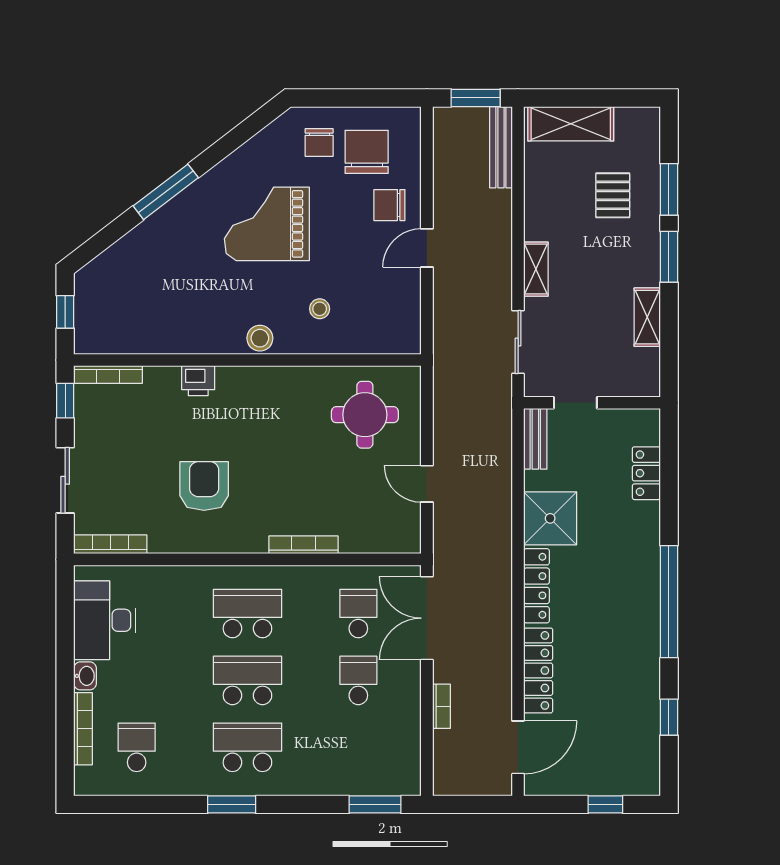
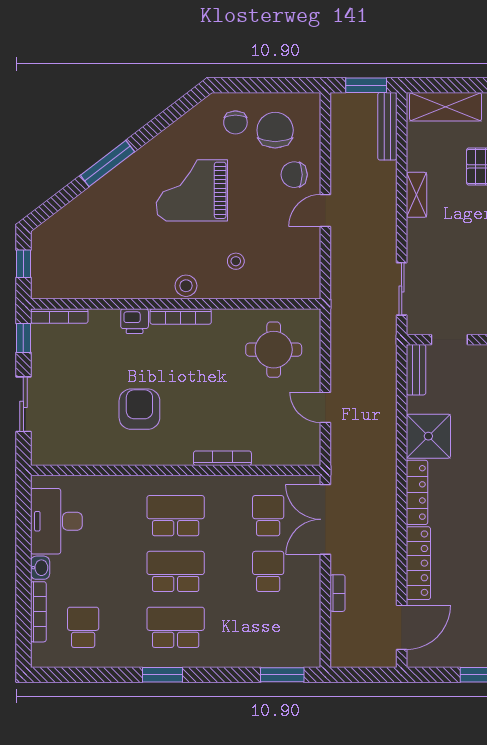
shelving: (536, 269) -> (416, 195), moved
bookcase: (110, 544) -> (181, 317), moved, turned 180

